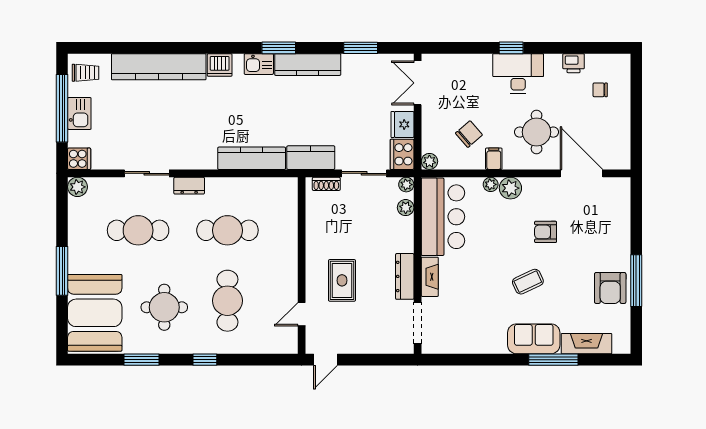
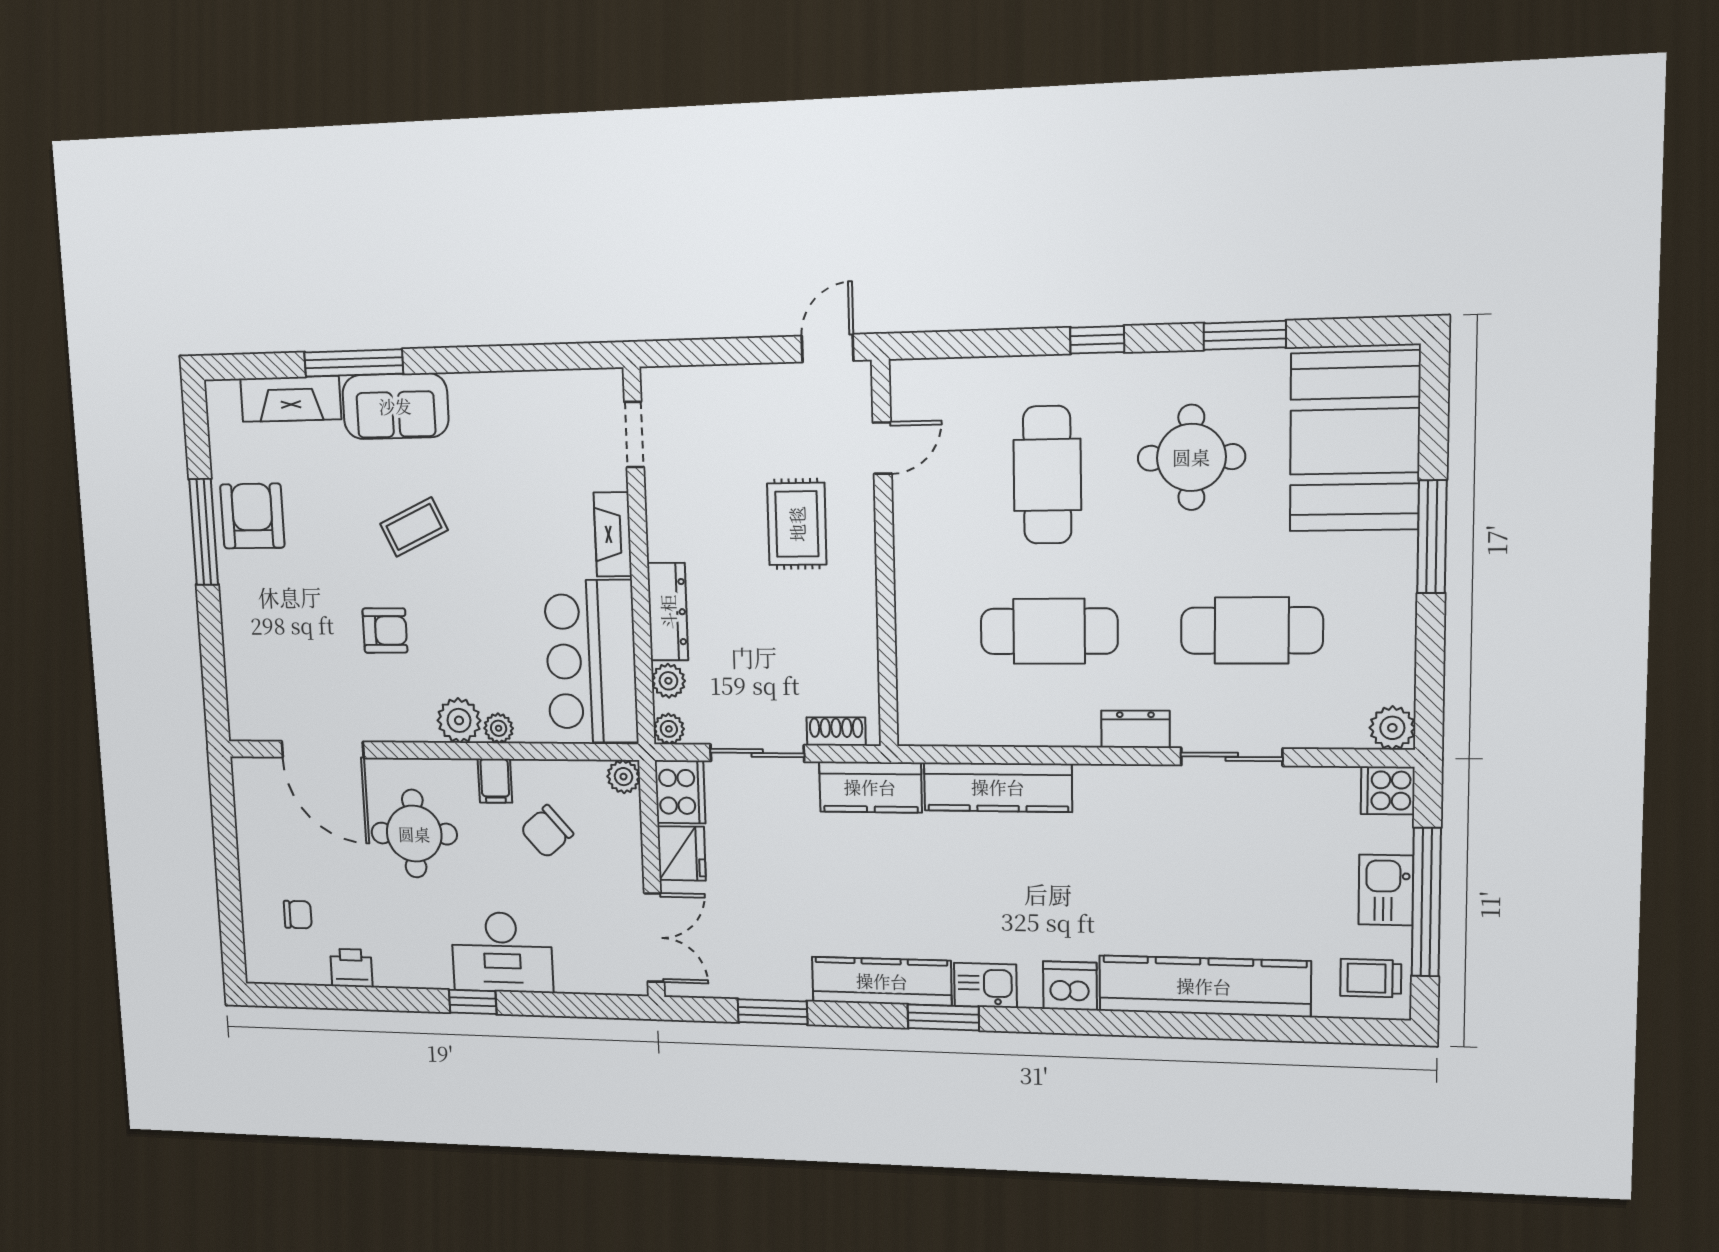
desk: (518, 73) -> (502, 952), moved
dresser: (405, 276) -> (668, 612), moved
doorway: (418, 323) -> (634, 435), width x0.73

